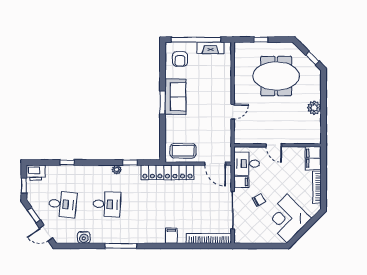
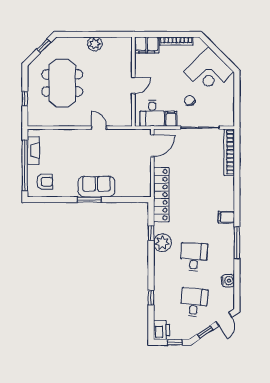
sofa: (175, 97) -> (96, 187), moved
coffee table: (183, 151) -> (139, 179), removed
plant: (117, 169) -> (162, 243), width x1.88, depth x1.88
filing cabinet: (171, 236) -> (226, 217), moved

